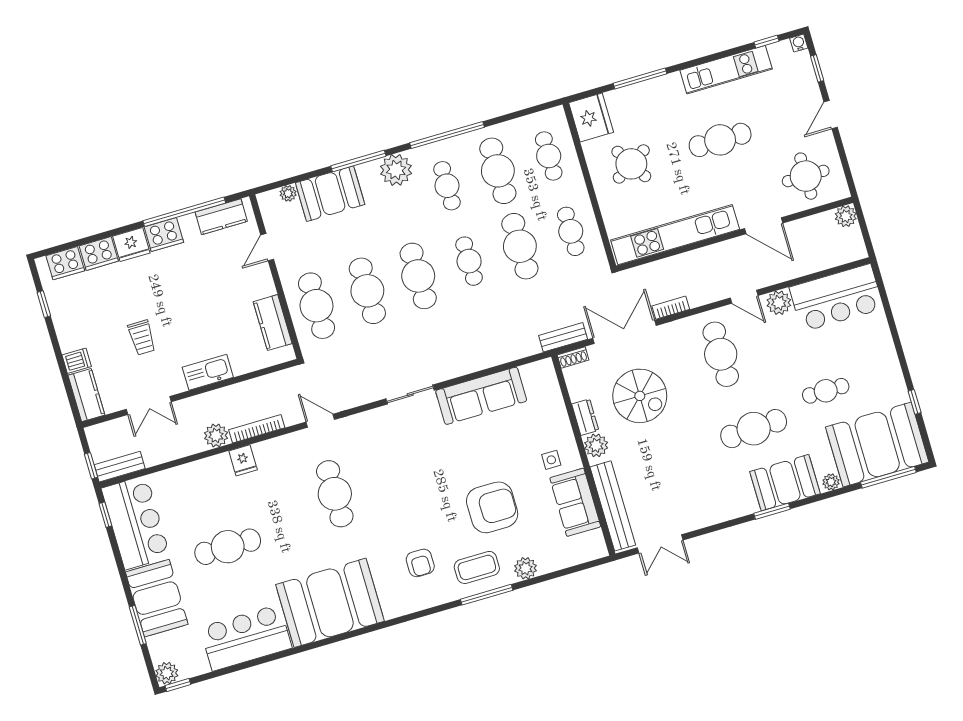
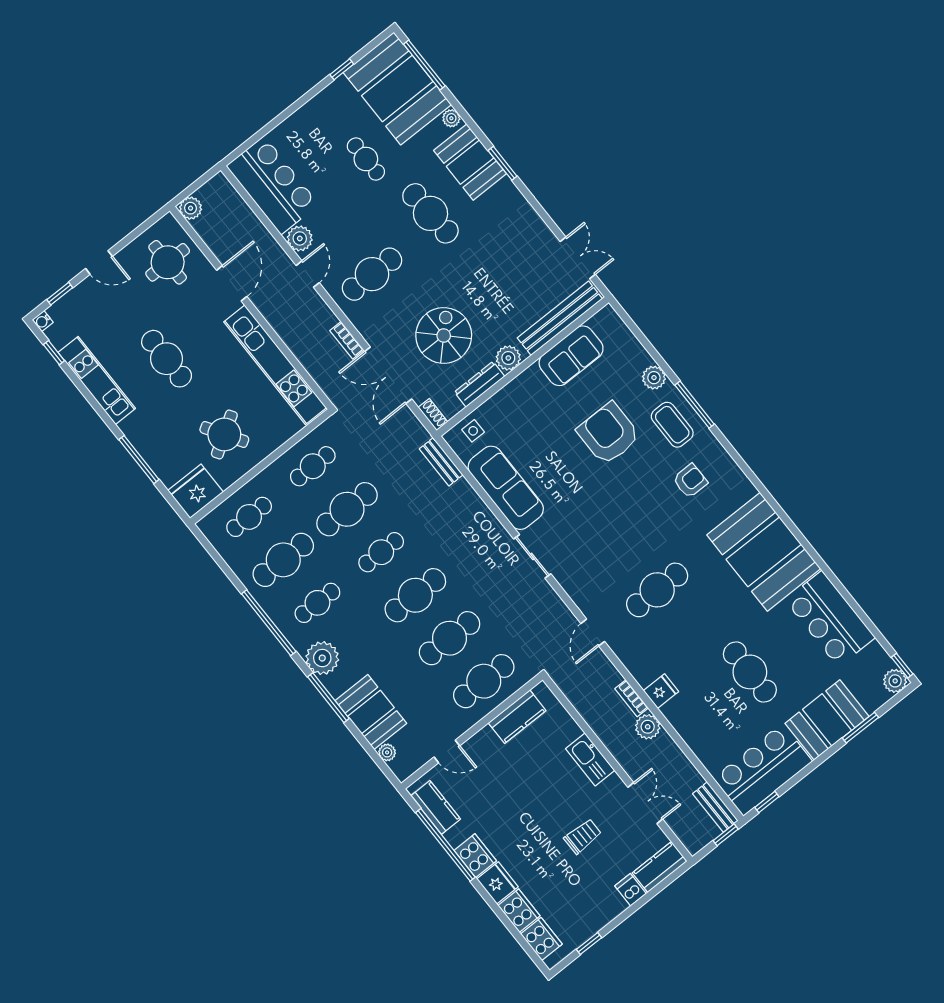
bench: (563, 337) -> (441, 462), moved
dresser: (585, 417) -> (480, 384), width x1.44
bookcase: (257, 429) -> (632, 698), width x0.64
side table: (551, 460) -> (473, 431), moved

